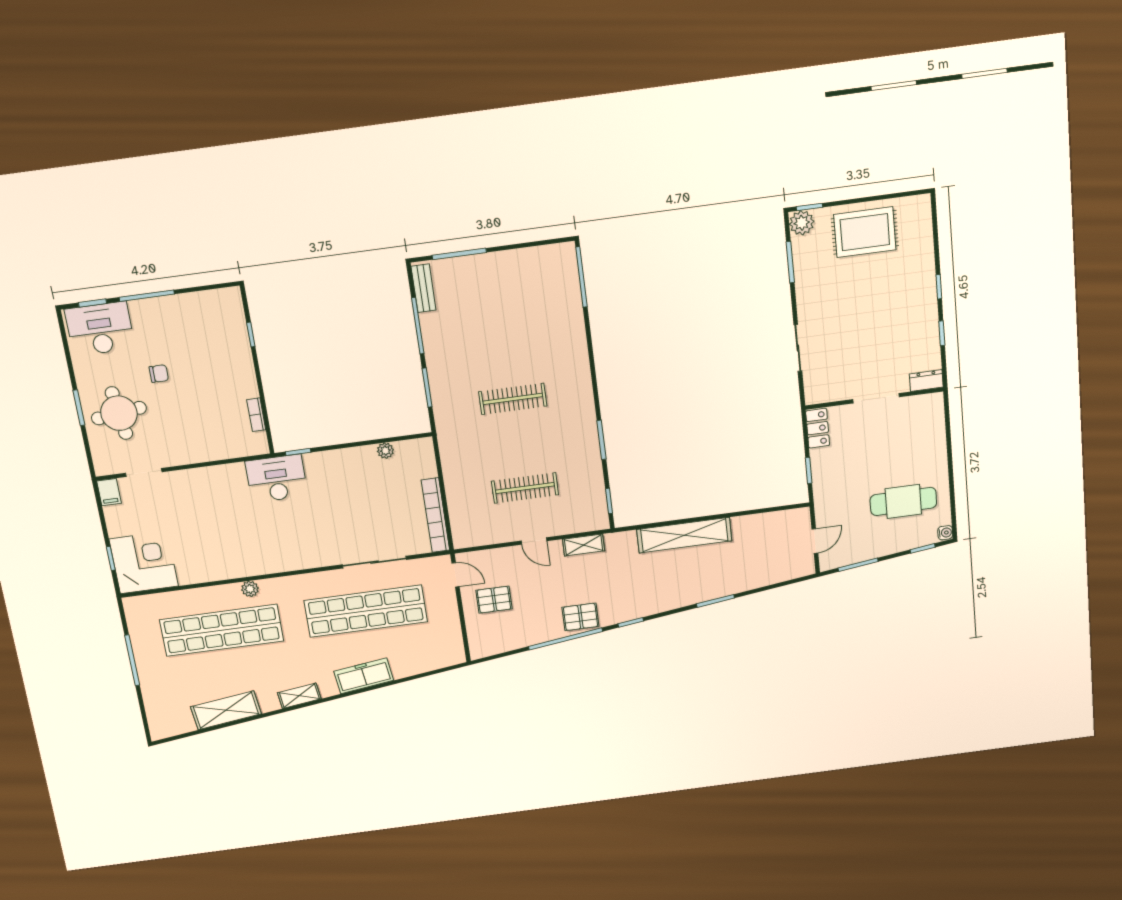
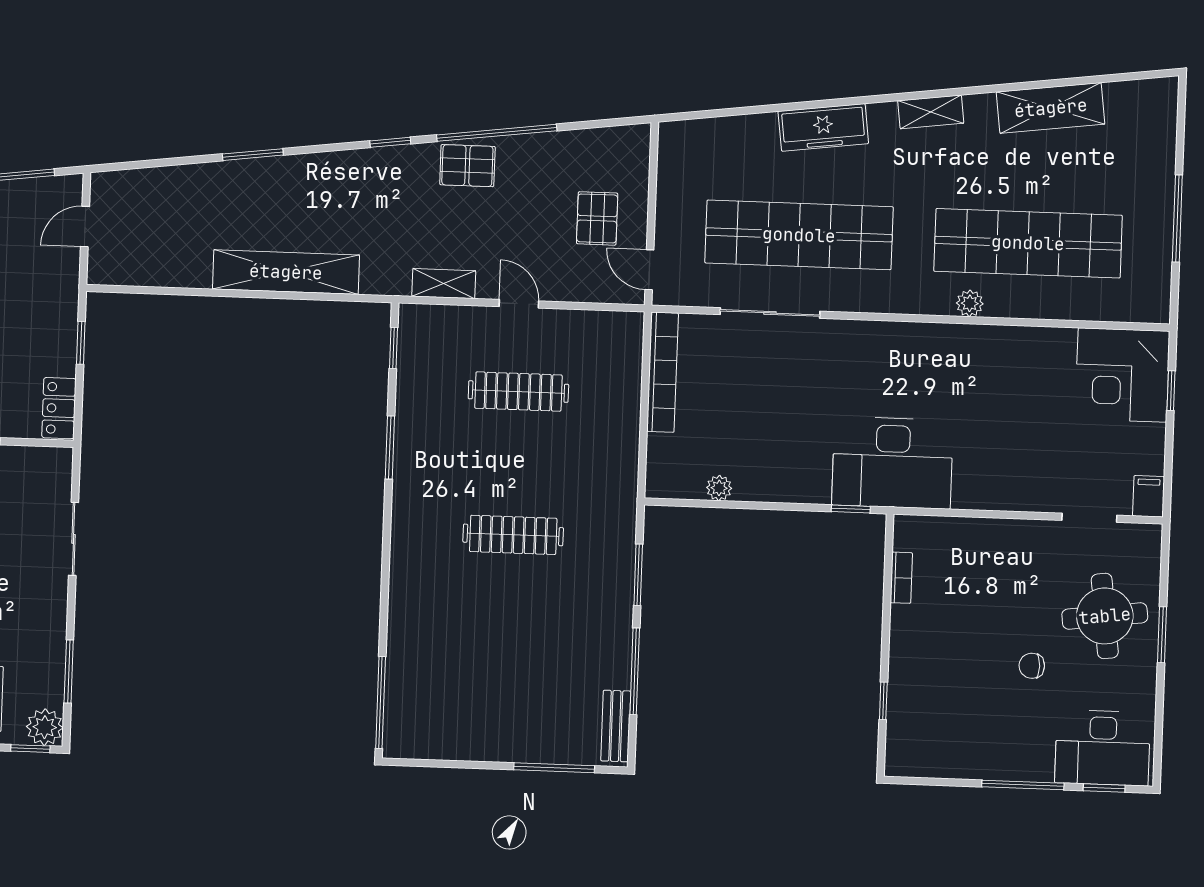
desk: (276, 479) -> (892, 463), width x1.36, depth x1.30
pallet: (494, 600) -> (597, 218), turned 90

